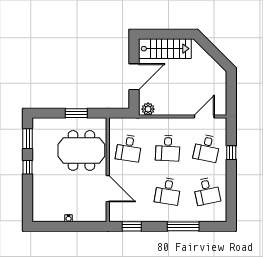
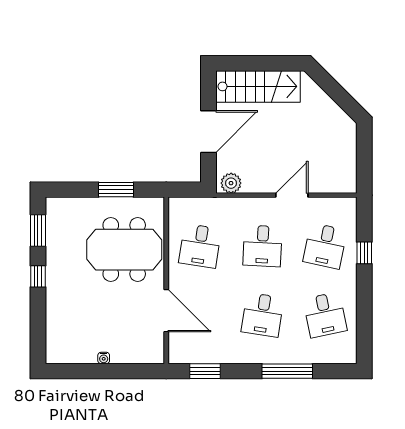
door: (204, 117) -> (292, 195), moved

